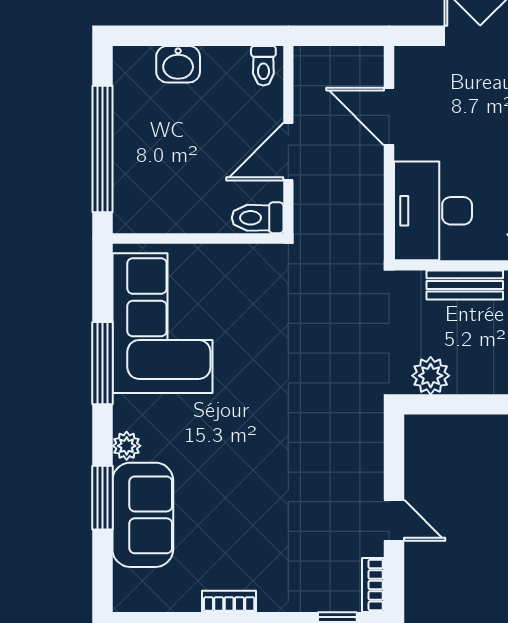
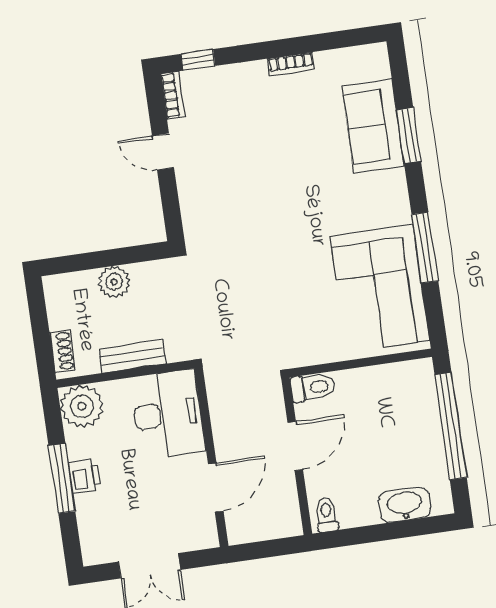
washbasin: (178, 64) -> (405, 505), width x1.38
door: (389, 117) -> (216, 488), hinge flipped
plant: (431, 376) -> (114, 282), moved
plant: (127, 446) -> (395, 182), removed

